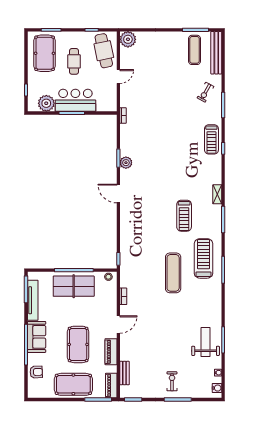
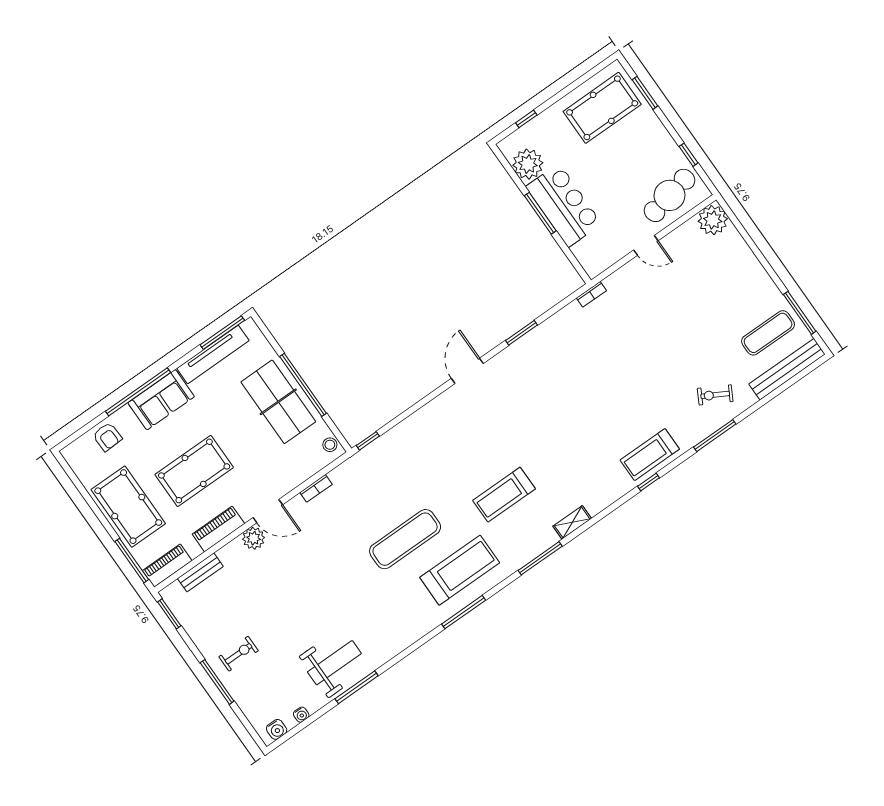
cafe table: (74, 61) -> (621, 161), removed
plant: (126, 163) -> (254, 538), moved

